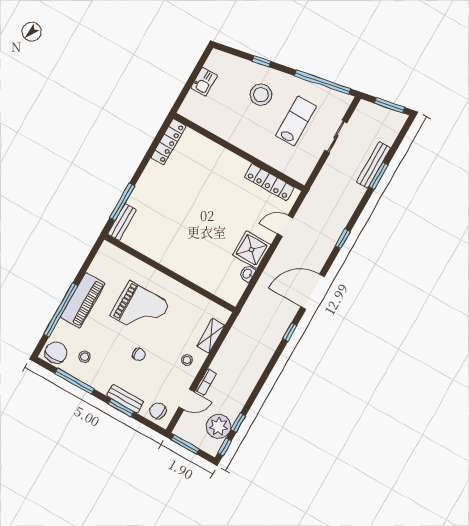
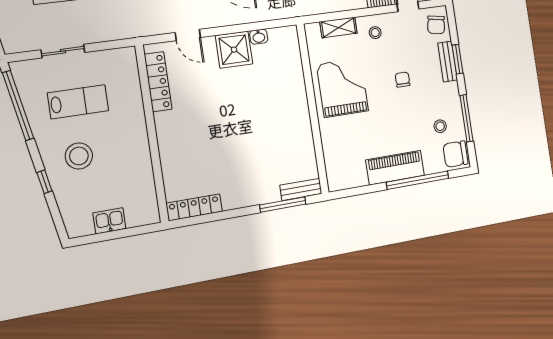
lab bench: (296, 121) -> (78, 102), turned 180
grand piano: (140, 309) -> (343, 88), moved

